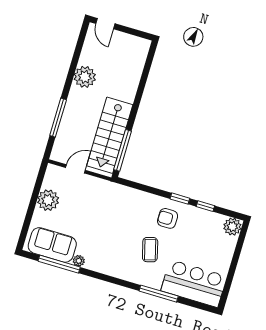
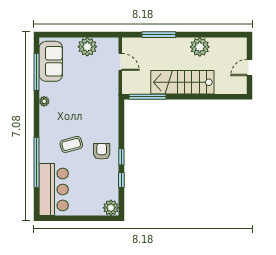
door: (105, 24) -> (250, 68), moved
stairs: (110, 135) -> (182, 82), moved
plant: (79, 261) -> (44, 101), moved
window: (159, 294) -> (37, 162), width x1.46

